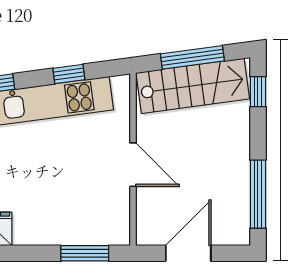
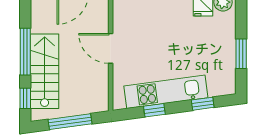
stairs: (193, 86) -> (45, 71), moved, turned 98
window: (258, 194) -> (25, 52), moved

